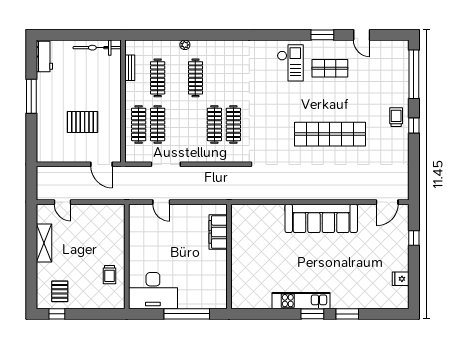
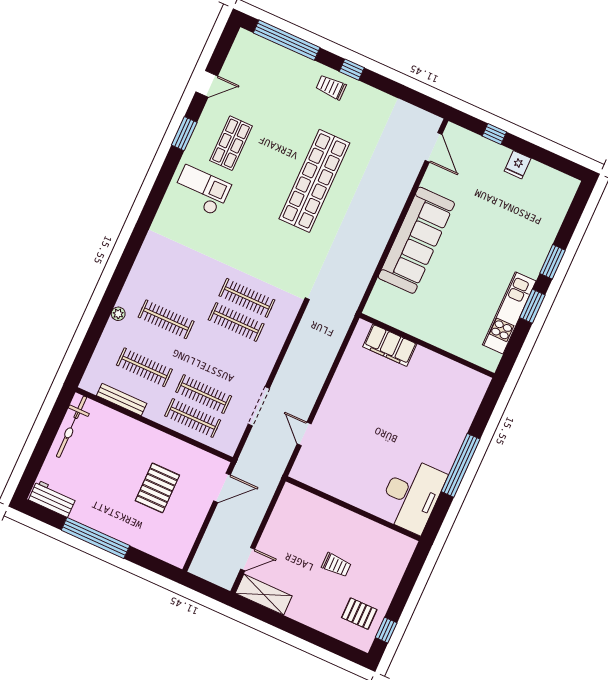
bench: (130, 68) -> (122, 400), width x1.36
window: (31, 96) -> (95, 538), width x1.46
door: (161, 202) -> (304, 434), swing flipped
filing cabinet: (218, 232) -> (390, 345), moved
shelving: (44, 243) -> (264, 595), moved
wall: (229, 256) -> (427, 345), moved
trolley: (110, 275) -> (336, 565), moved
fridge: (401, 279) -> (518, 165), moved

